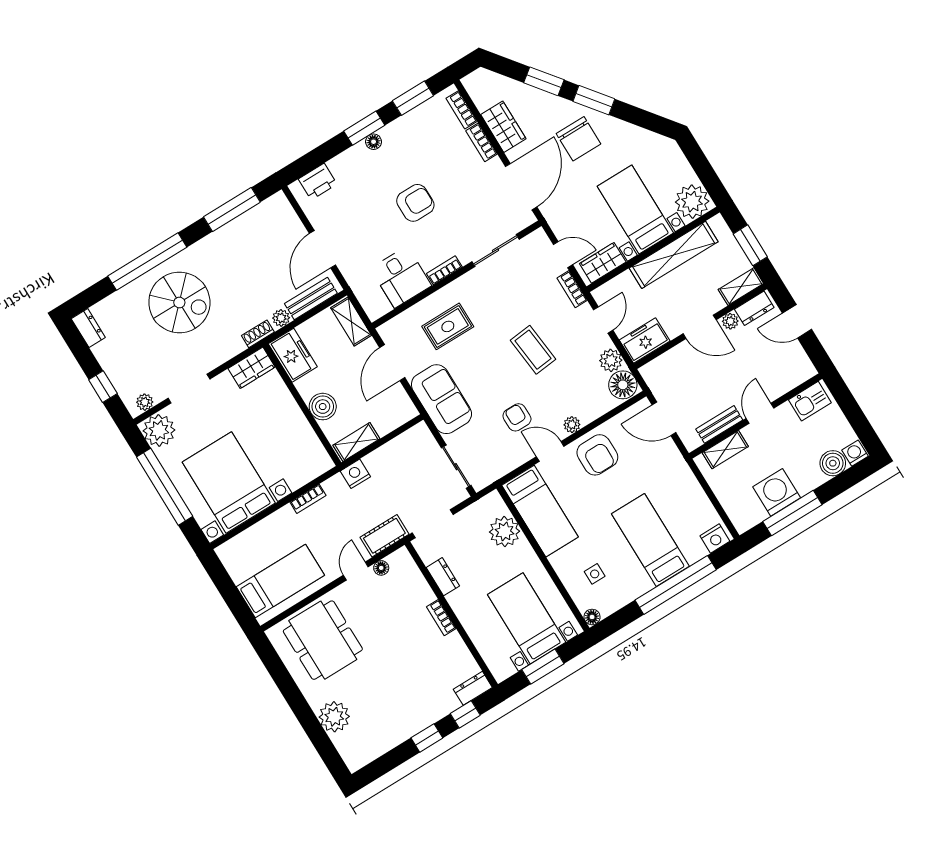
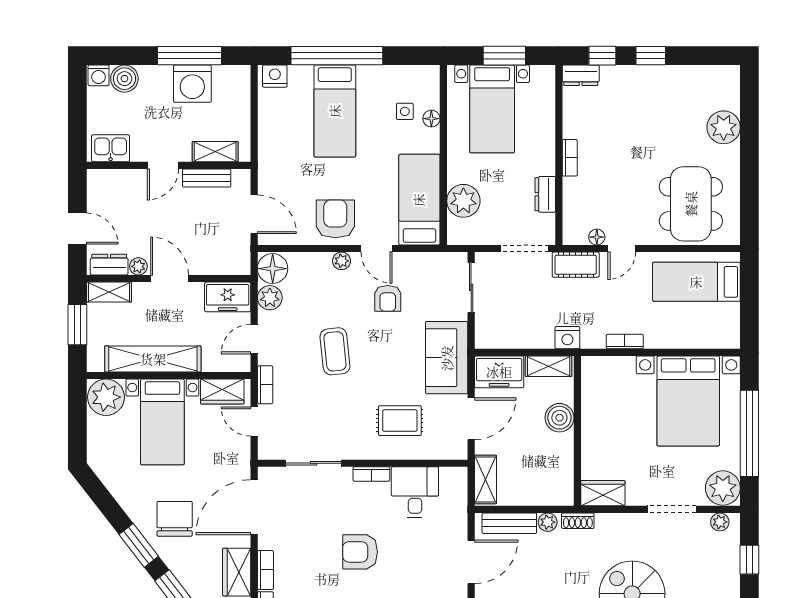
freezer: (293, 355) -> (499, 372), moved, turned -90
floor lamp: (592, 617) -> (431, 119), moved

